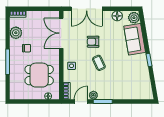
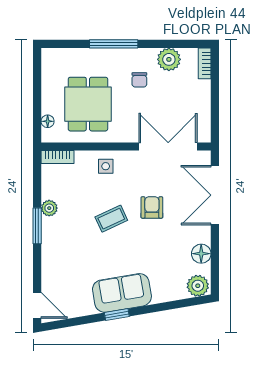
sofa: (135, 39) -> (122, 293), moved
door: (81, 102) -> (37, 305), moved

